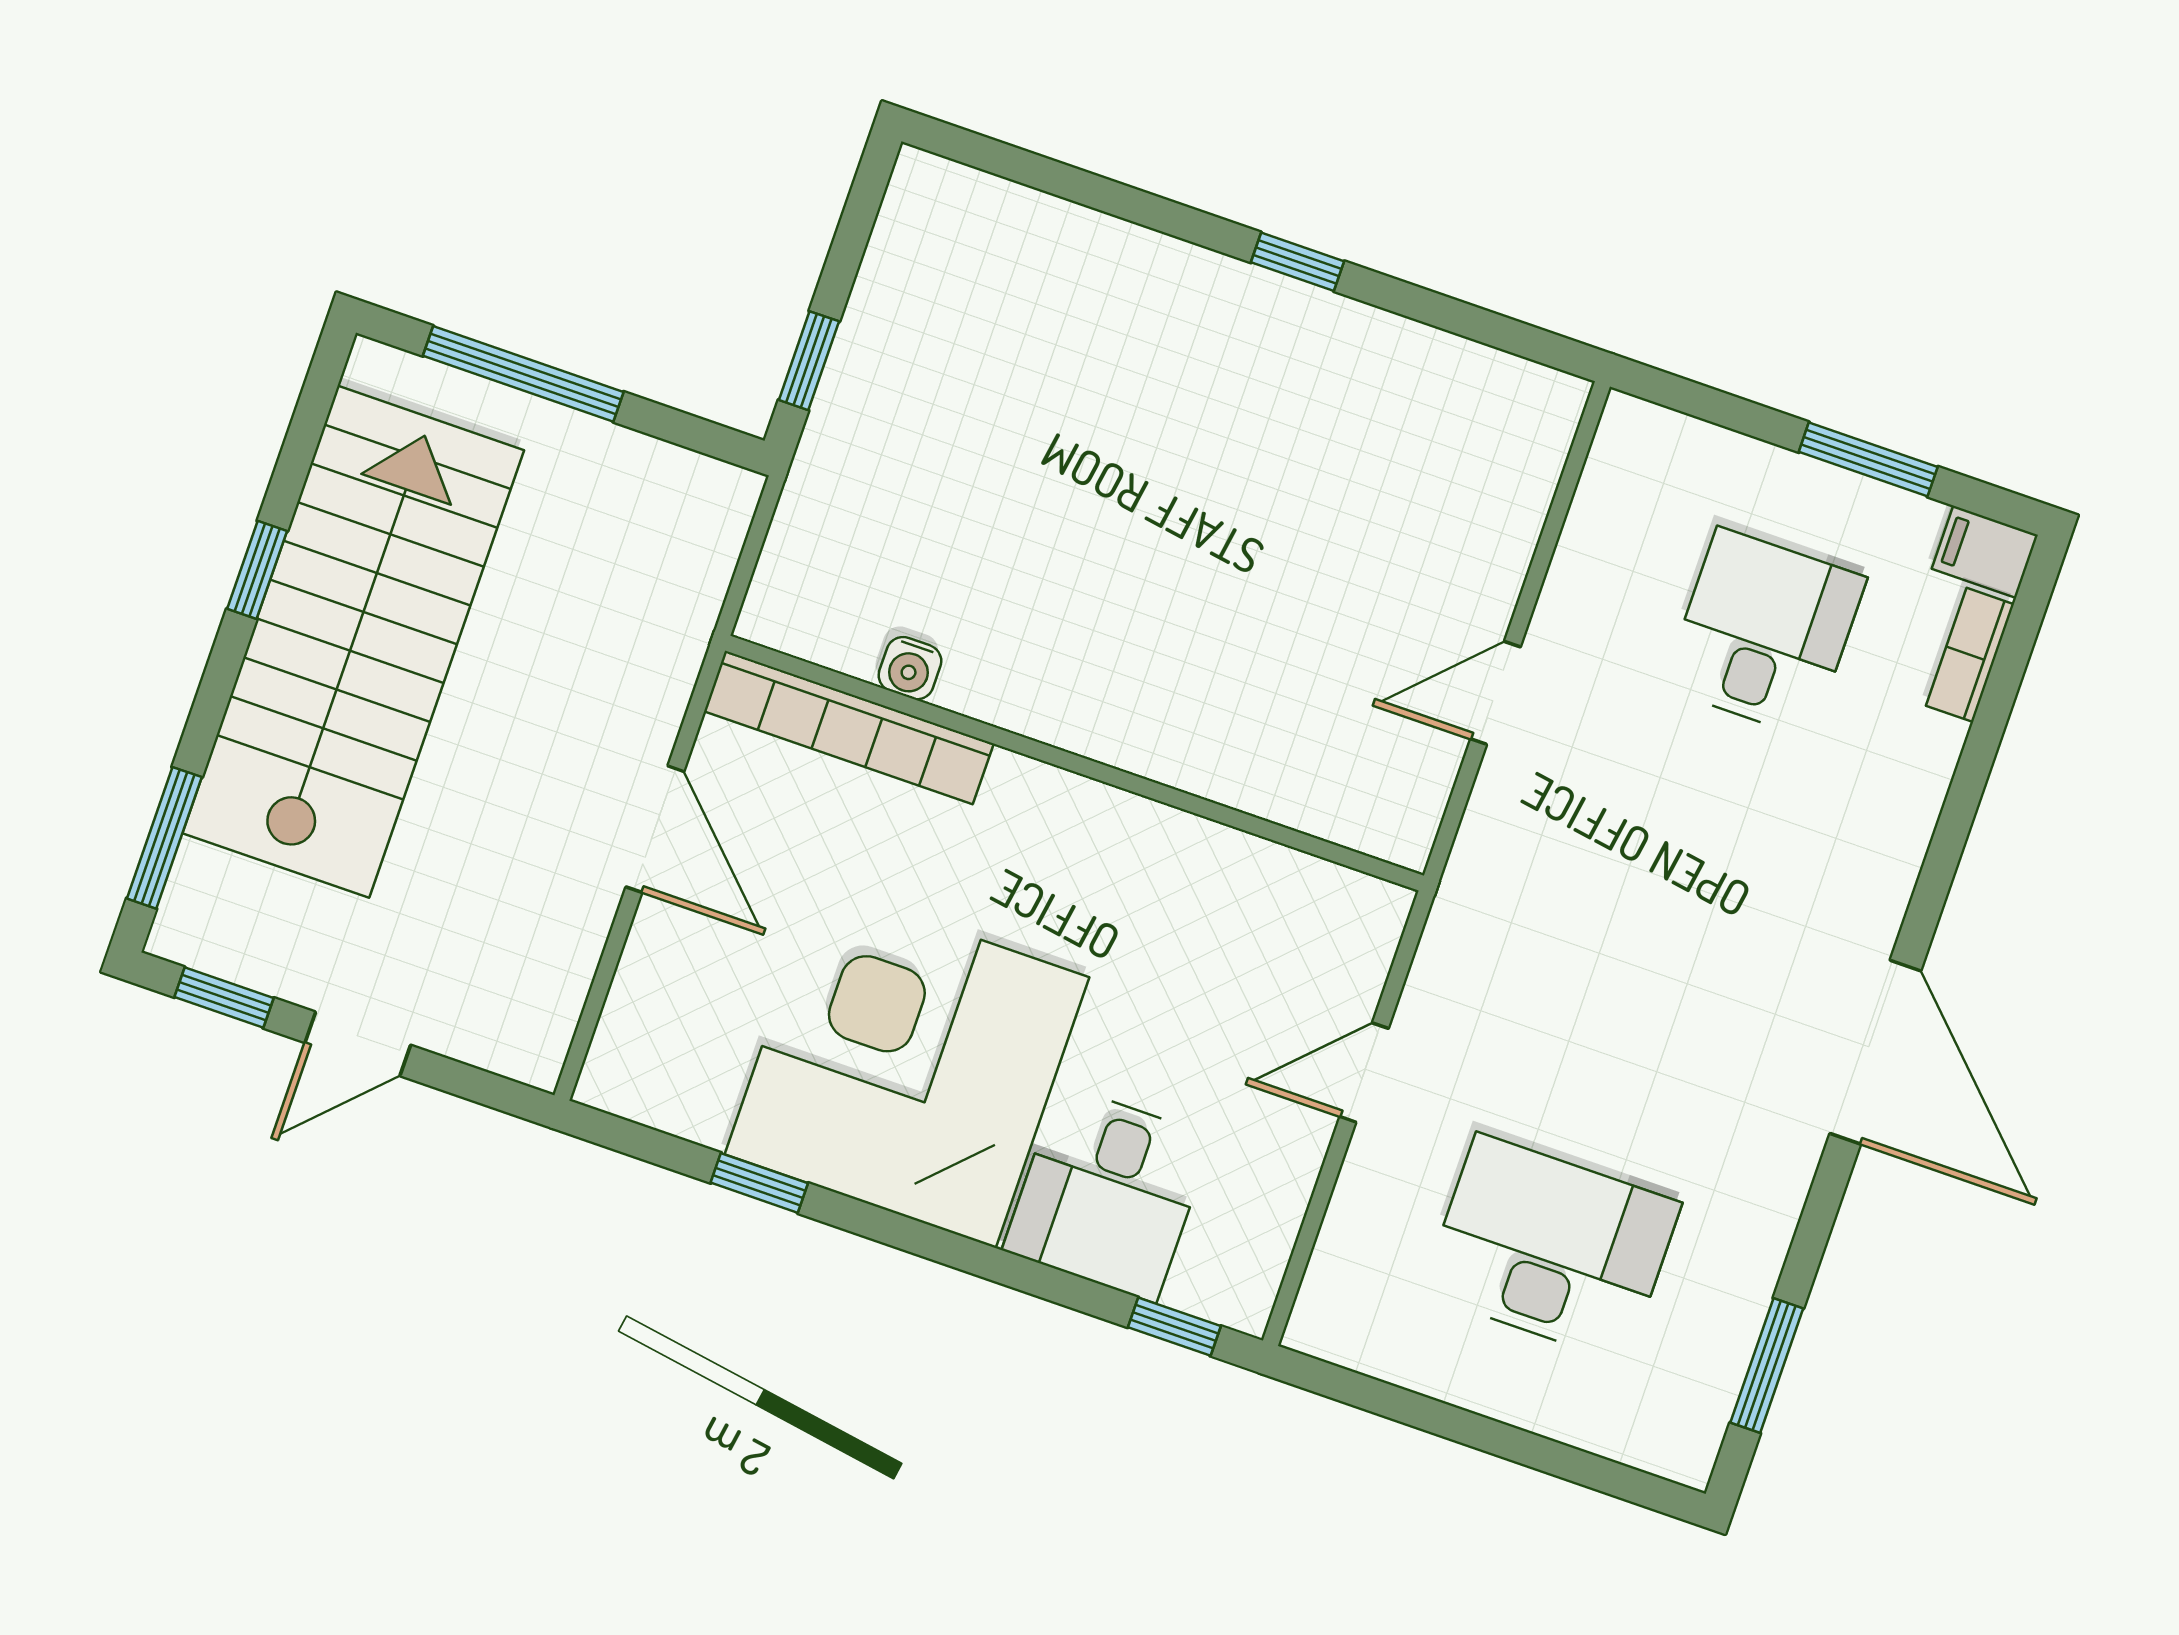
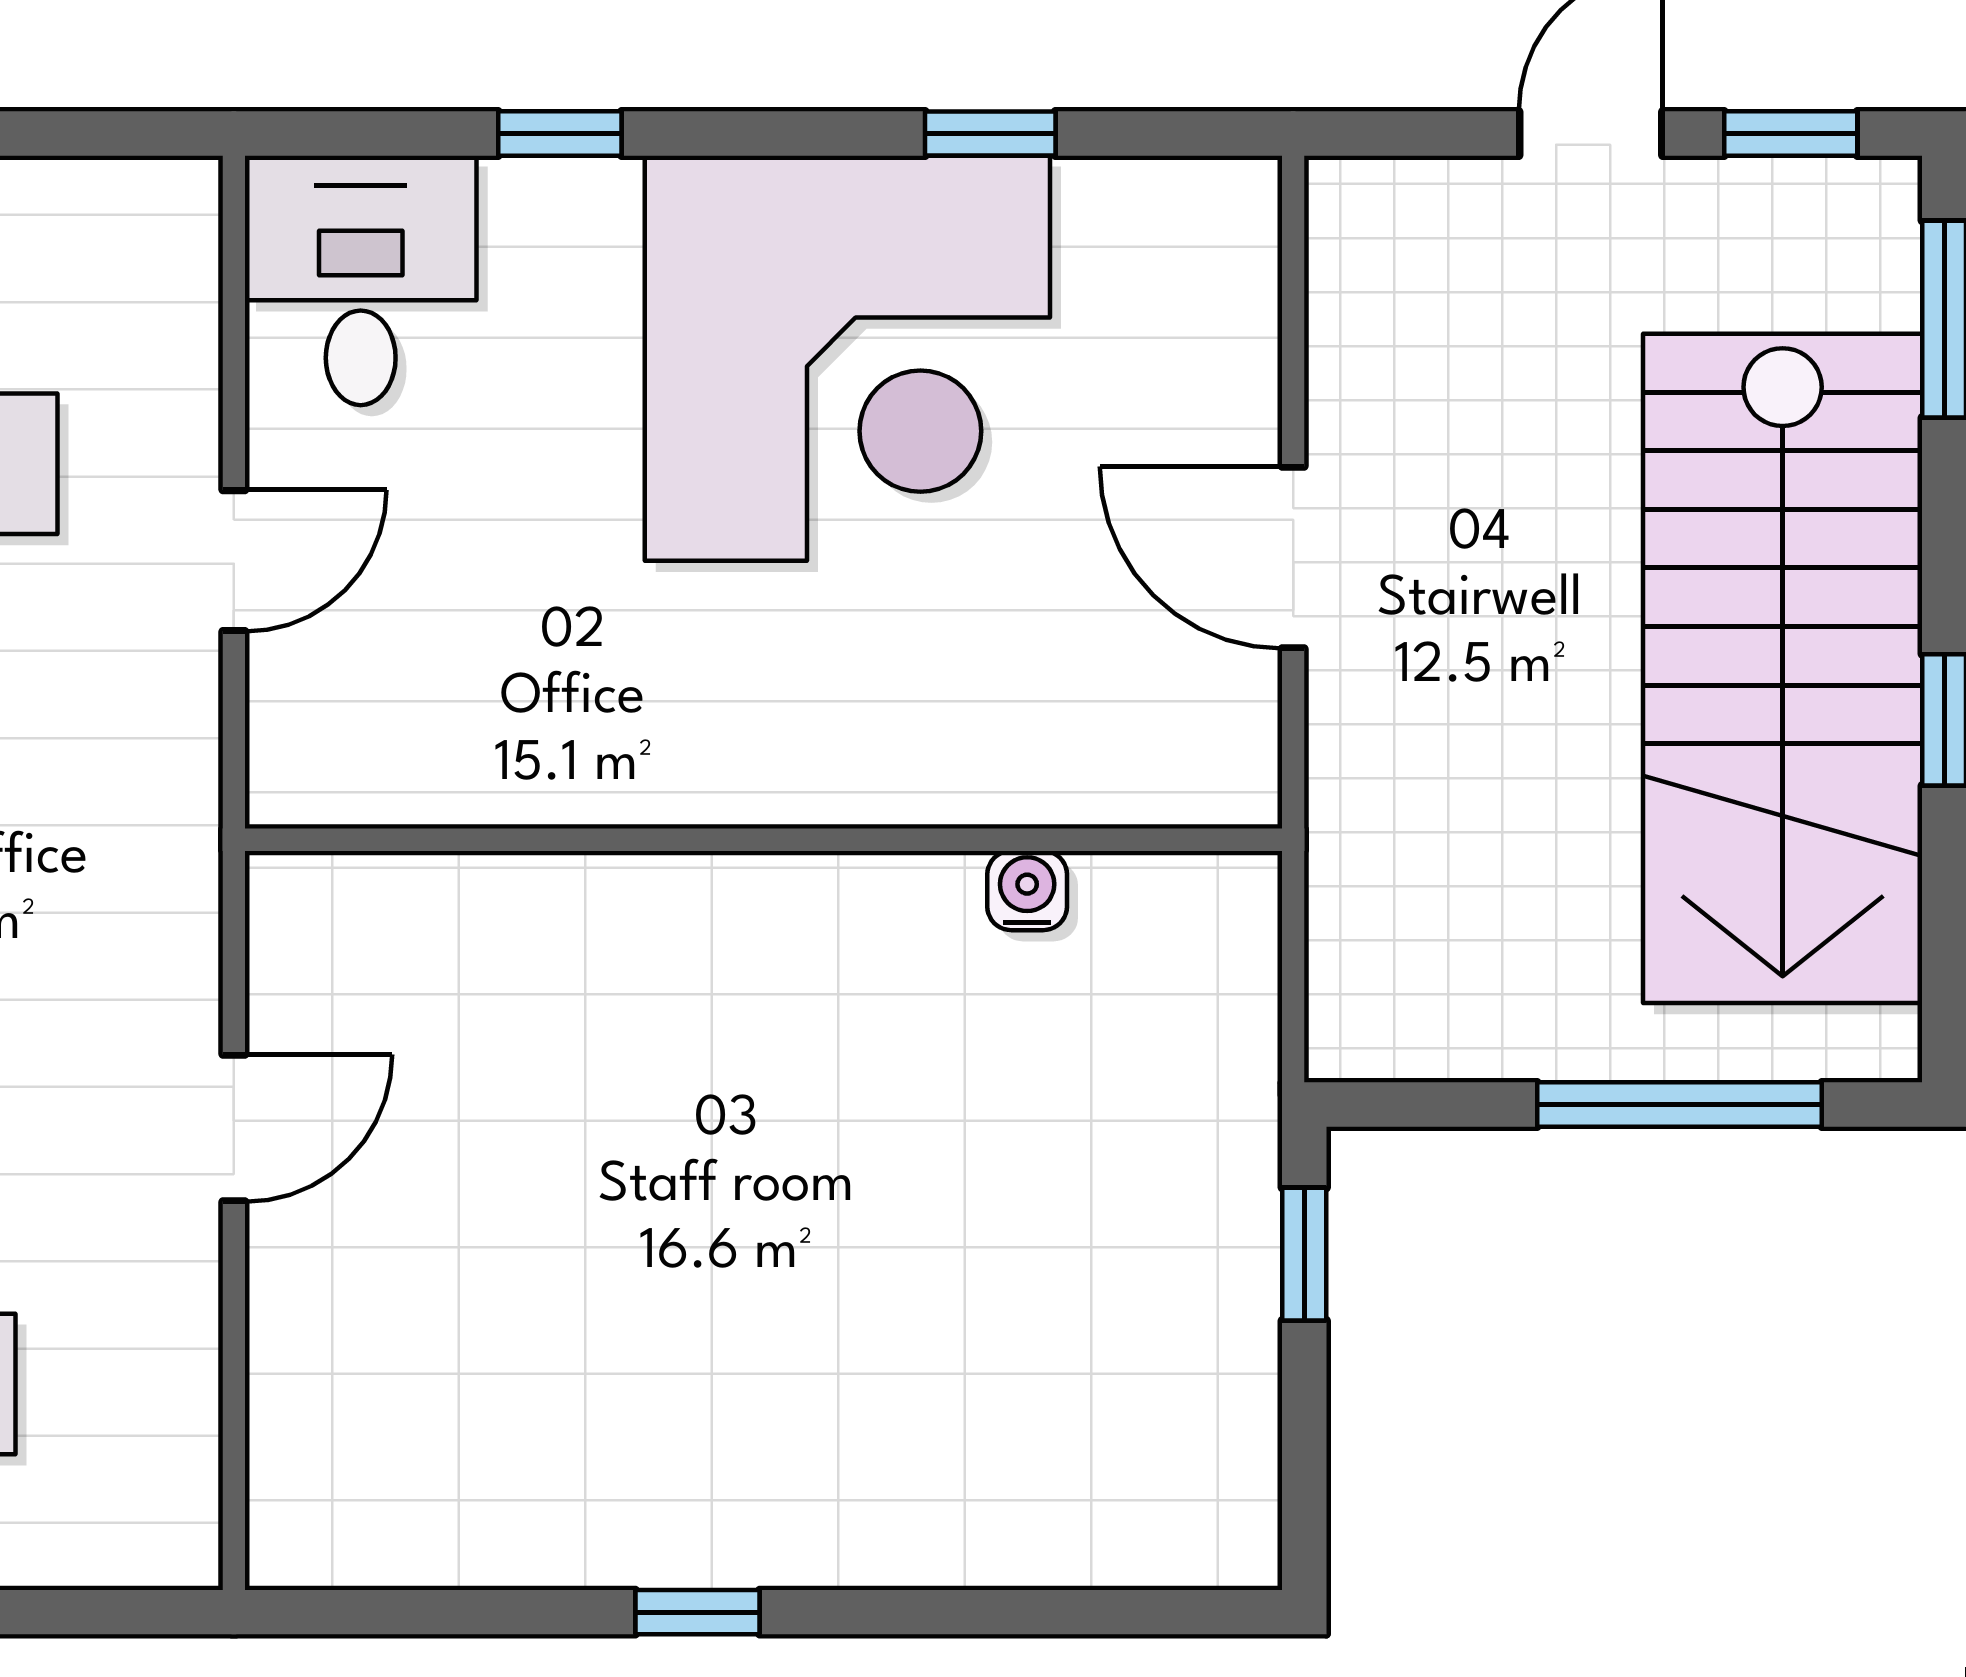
bookcase: (849, 727) -> (1081, 783), removed
desk: (1108, 1194) -> (361, 280), moved
window: (1174, 1327) -> (560, 134), moved

